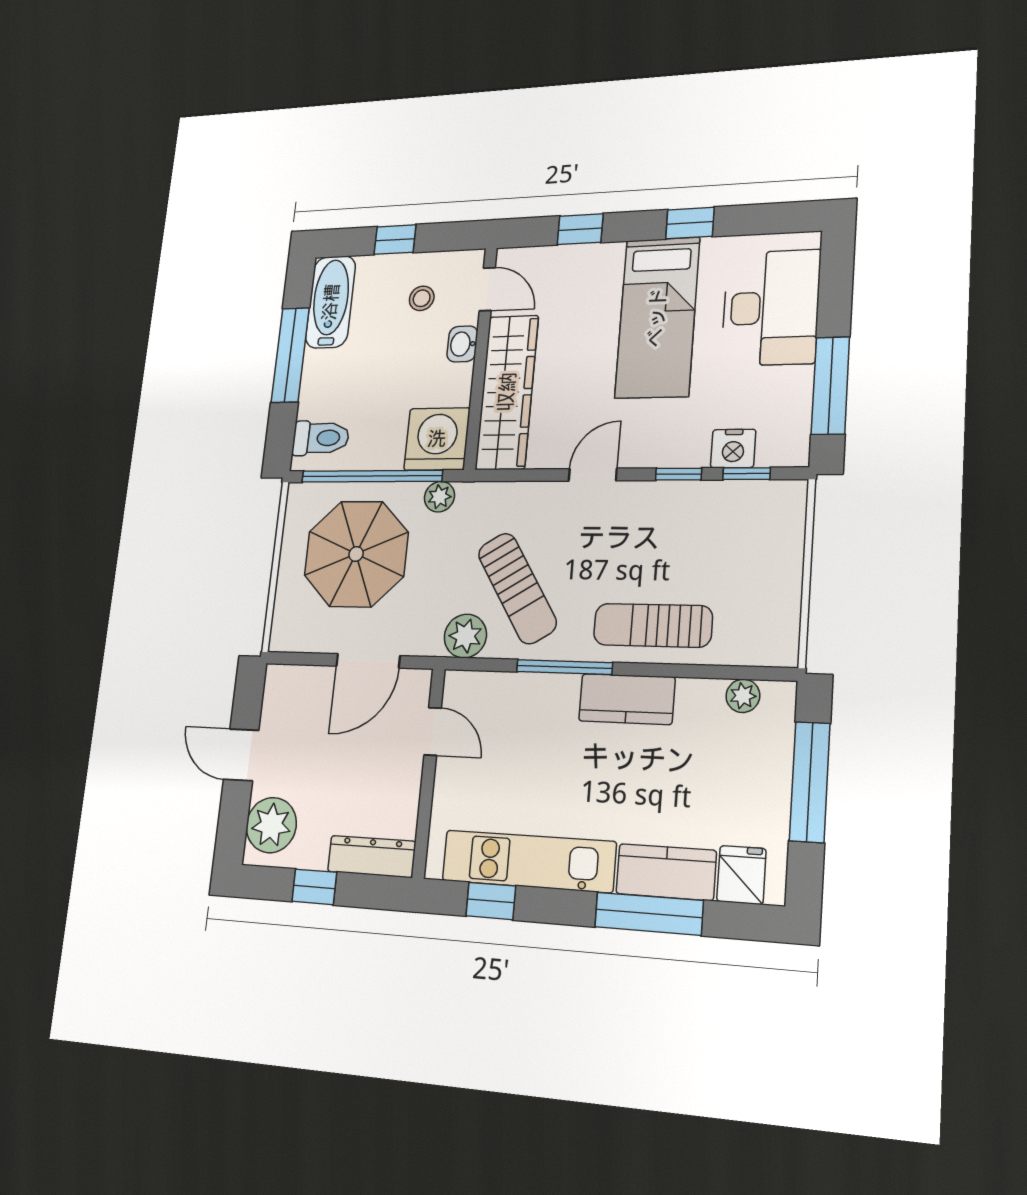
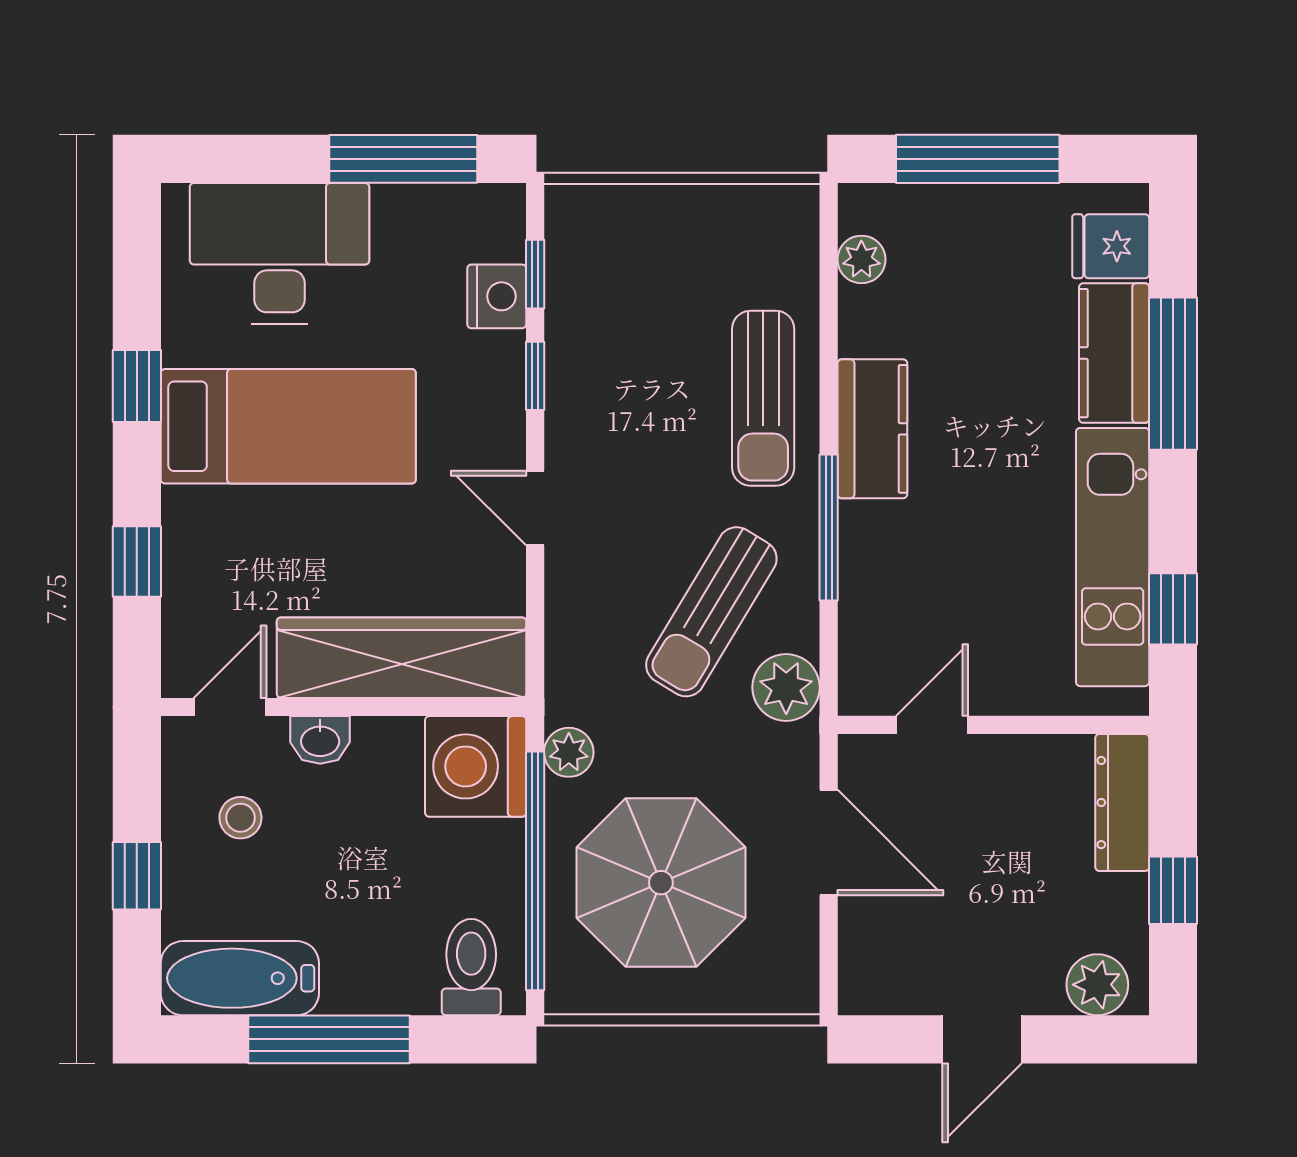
sun lounger: (517, 588) -> (711, 612), turned 153
plant: (271, 825) -> (1097, 985), width x0.73, depth x0.73

